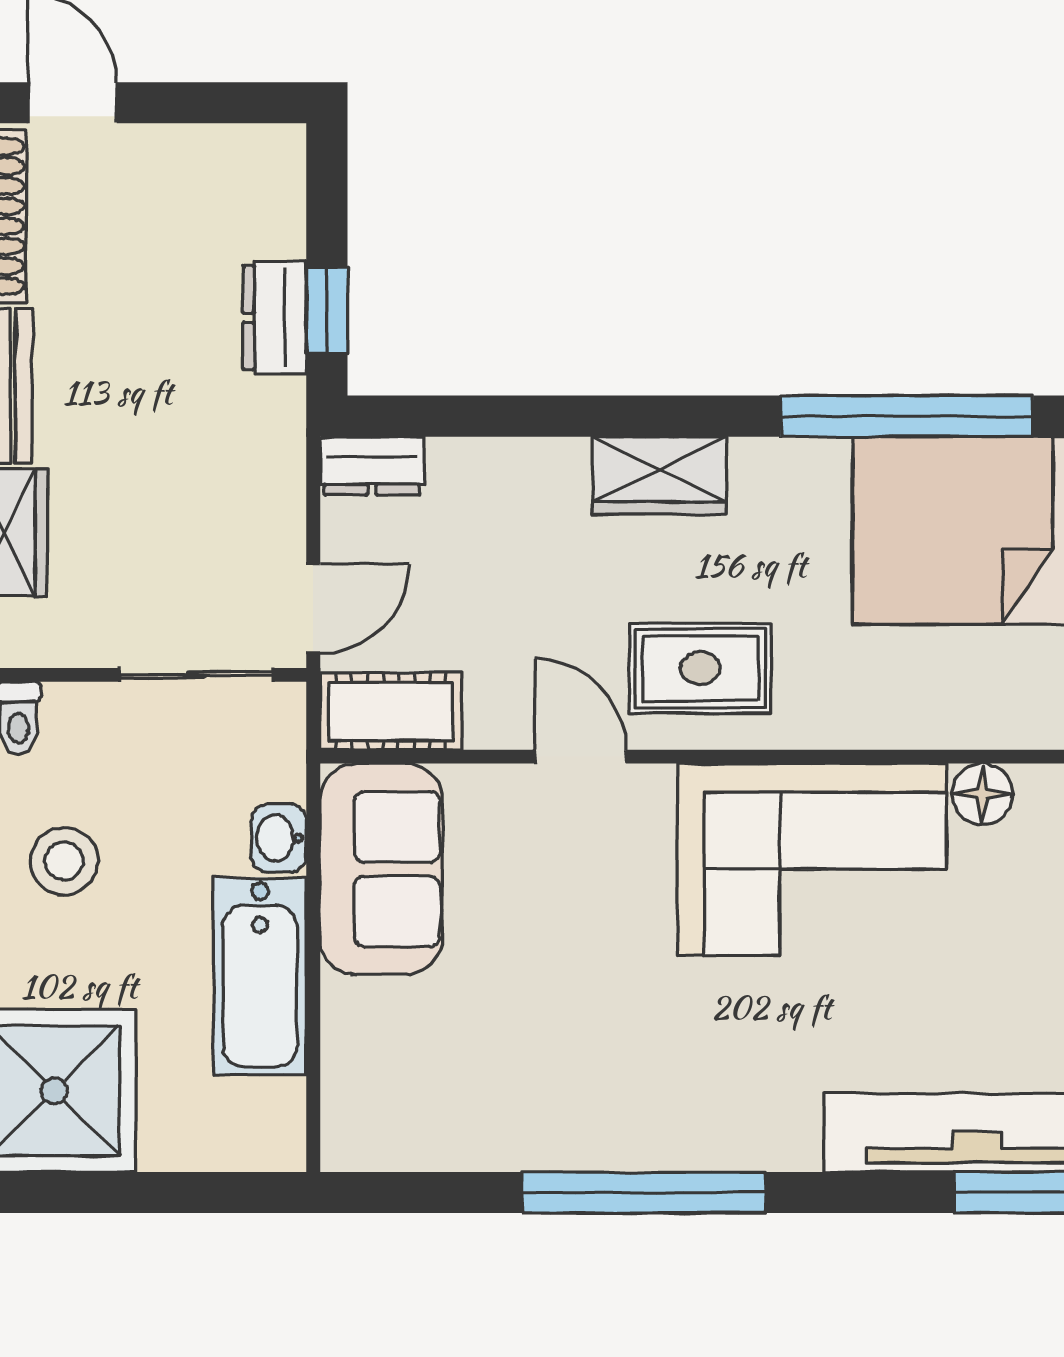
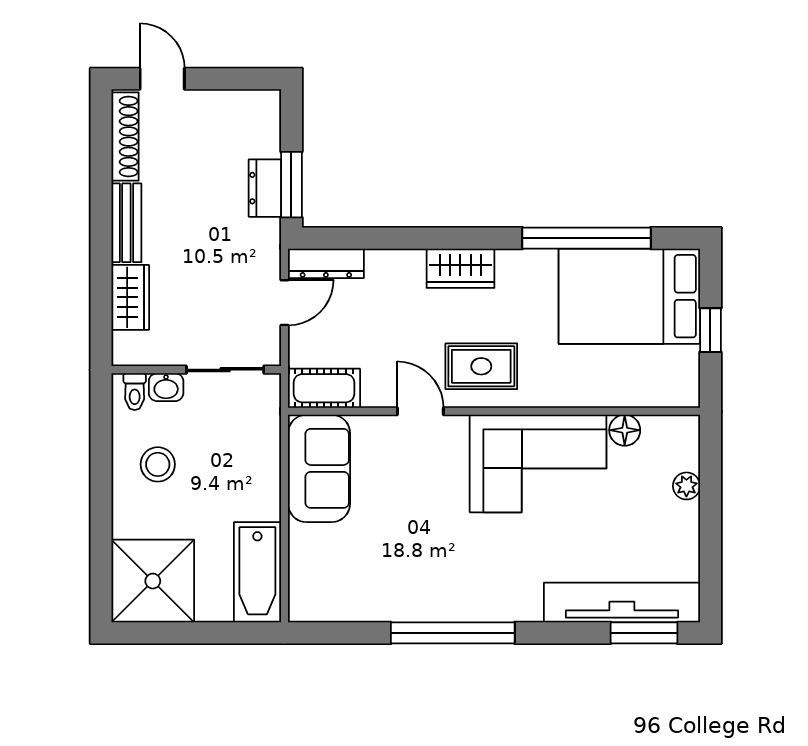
window: (327, 311) -> (291, 185), width x1.50
dresser: (372, 466) -> (326, 263), width x1.44
door: (313, 609) -> (285, 303), moved
washbasin: (279, 838) -> (166, 387), moved, turned -90
bathtub: (260, 976) -> (257, 572), moved

